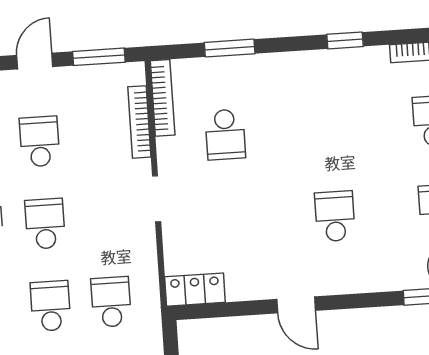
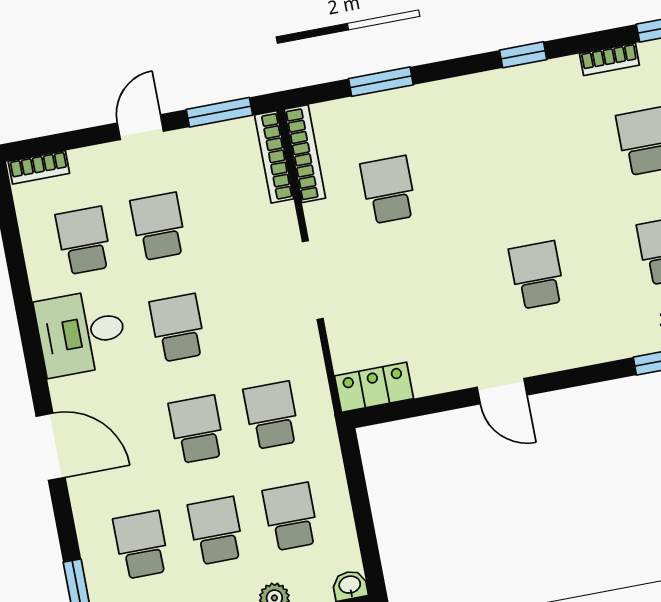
bookcase: (139, 122) -> (274, 157), moved
school desk: (225, 134) -> (388, 190), turned 180
doorway: (157, 199) -> (313, 280), width x1.38

